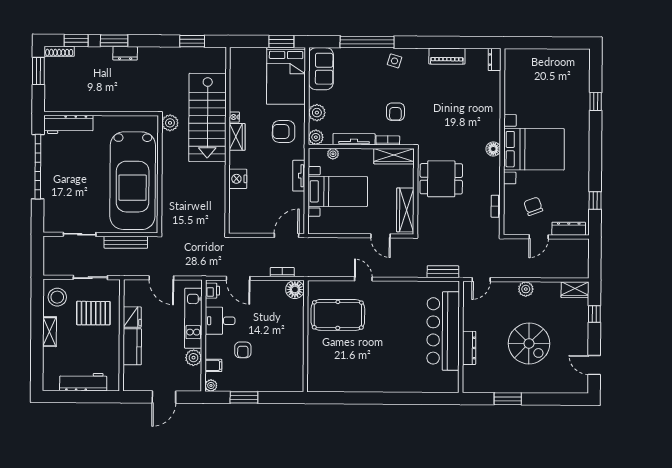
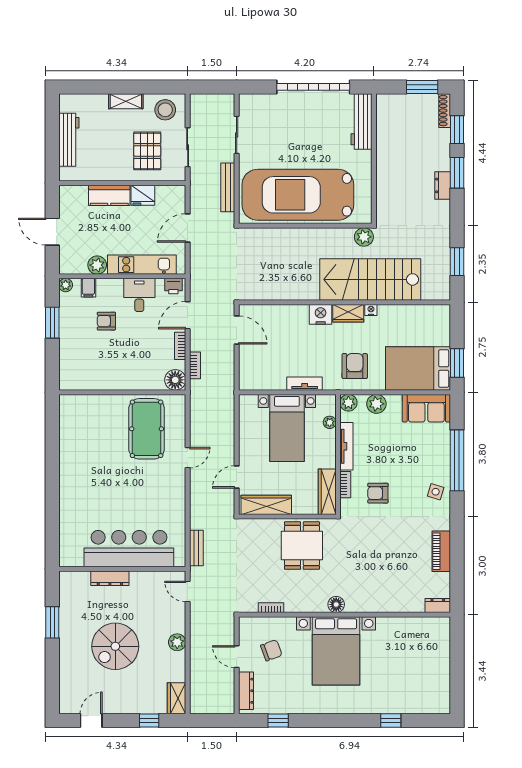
nightstand: (238, 179) -> (321, 314), moved
door: (287, 235) -> (237, 330), moved
bookcase: (265, 285) -> (180, 346), added

